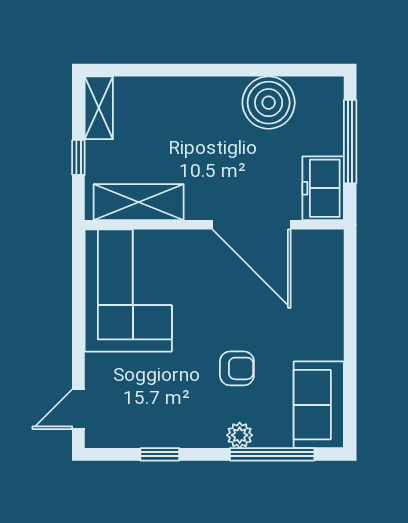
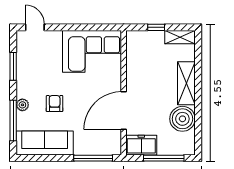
shelving: (139, 202) -> (186, 83), moved
window: (350, 288) -> (93, 158), added
armchair: (237, 368) -> (55, 104), turned 180
sofa: (319, 405) -> (45, 143), width x1.36
window: (160, 454) -> (13, 66), width x1.50

